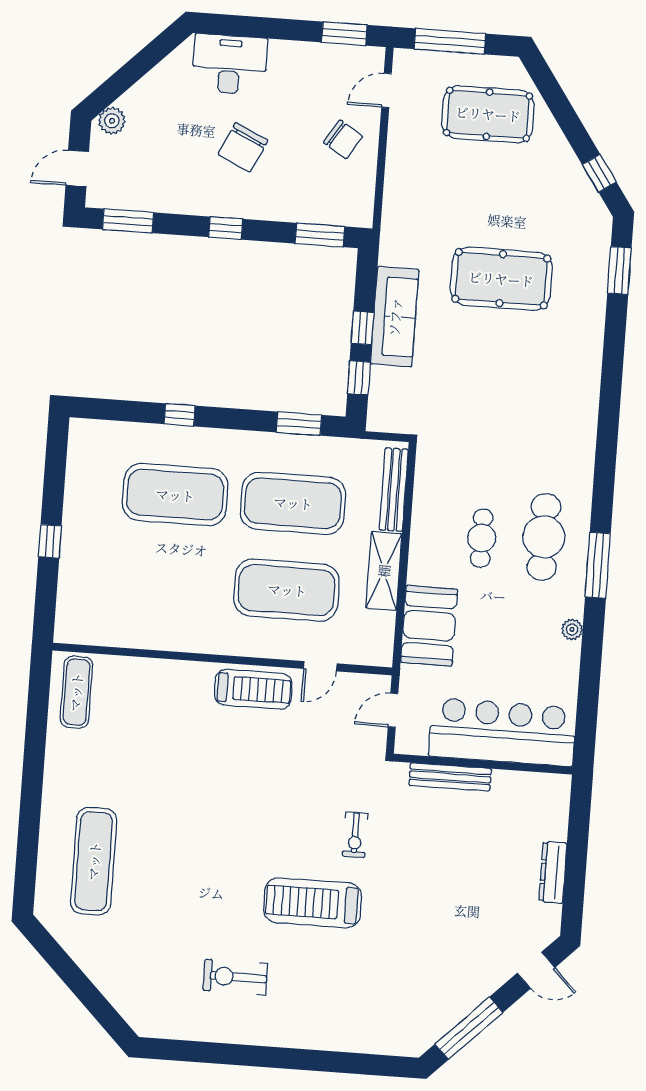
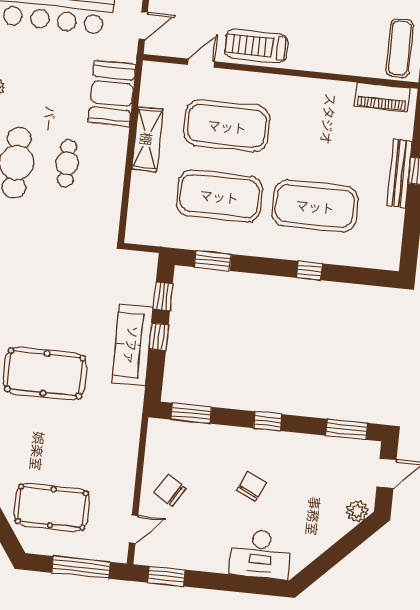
chair: (243, 147) -> (251, 486), width x0.73, depth x0.73
bench: (394, 490) -> (400, 173), moved
piano: (96, 631) -> (382, 97), added

